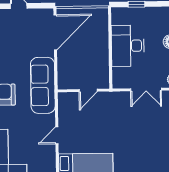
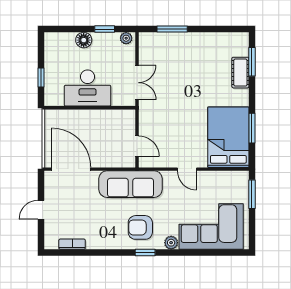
door: (88, 90) -> (137, 146), moved
double door: (146, 90) -> (137, 83), moved

